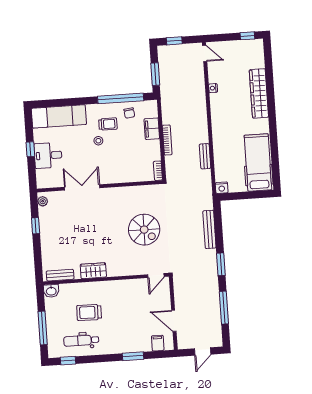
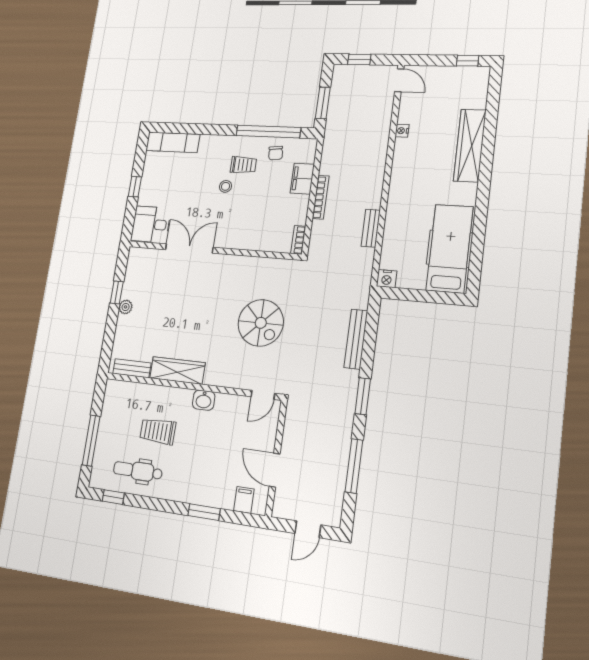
exam couch: (59, 116) -> (173, 142), width x0.73, depth x0.69
desk: (48, 155) -> (151, 224), moved
plant: (43, 201) -> (126, 307), moved
wardrobe: (93, 271) -> (177, 370), width x1.50
washbasin: (51, 291) -> (204, 400), moved

